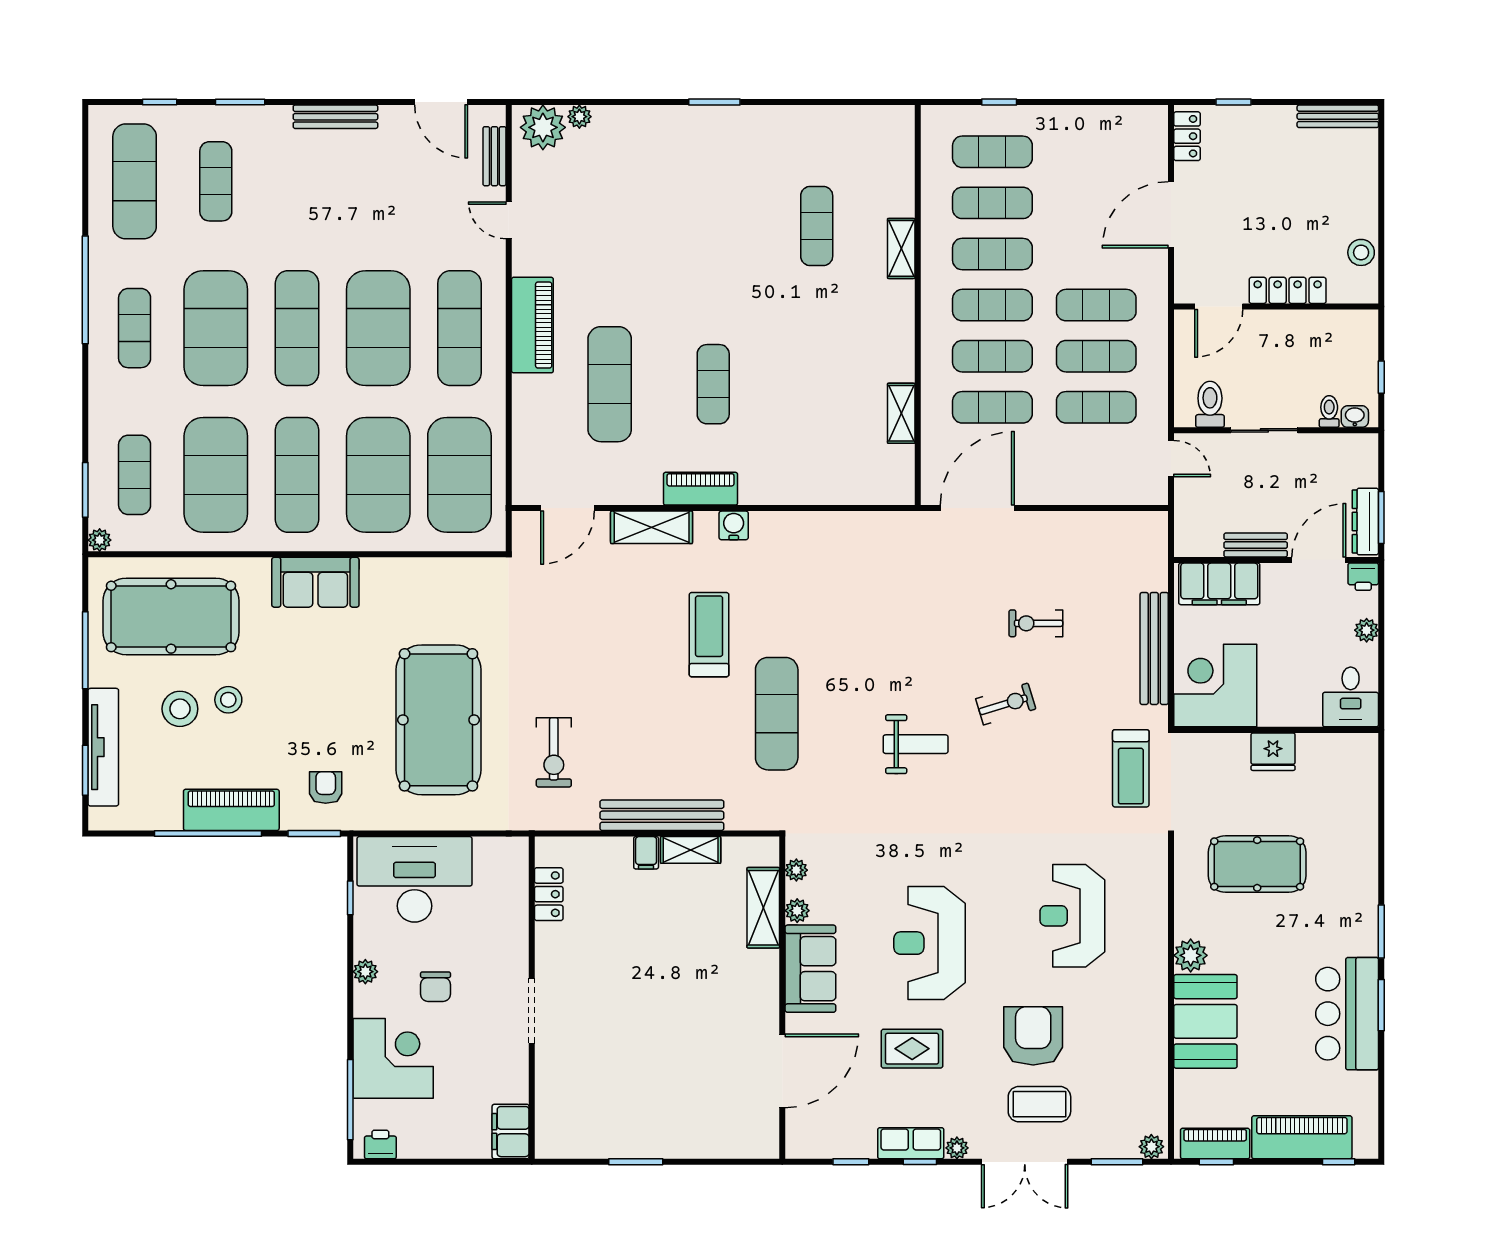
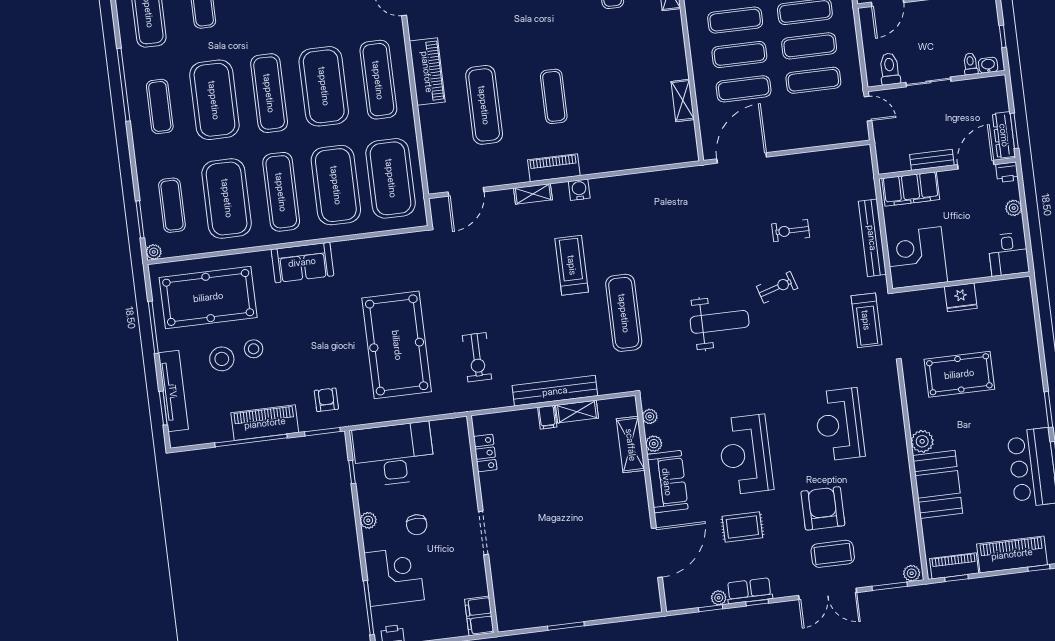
shelving: (652, 527) -> (533, 194), width x0.67, depth x0.75
weight bench: (916, 744) -> (720, 322), width x1.36, depth x1.33
plant: (957, 1148) -> (719, 598), moved

